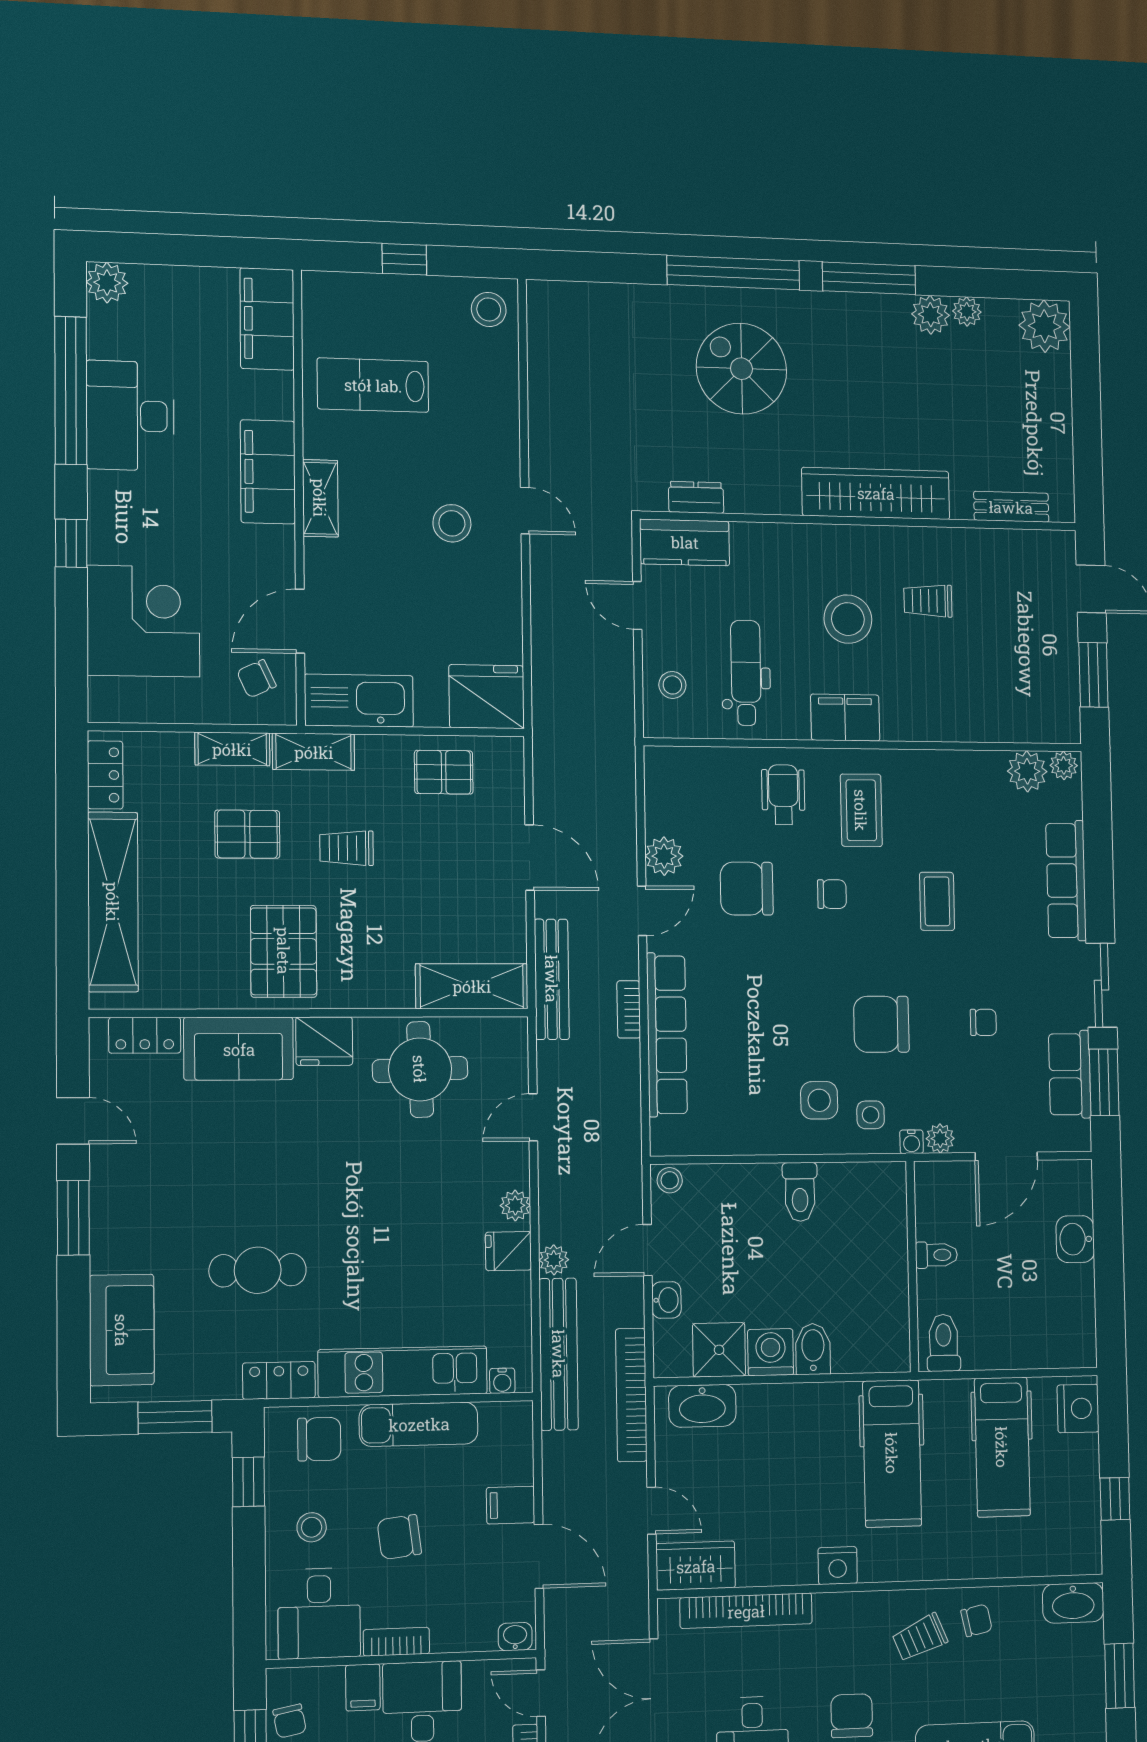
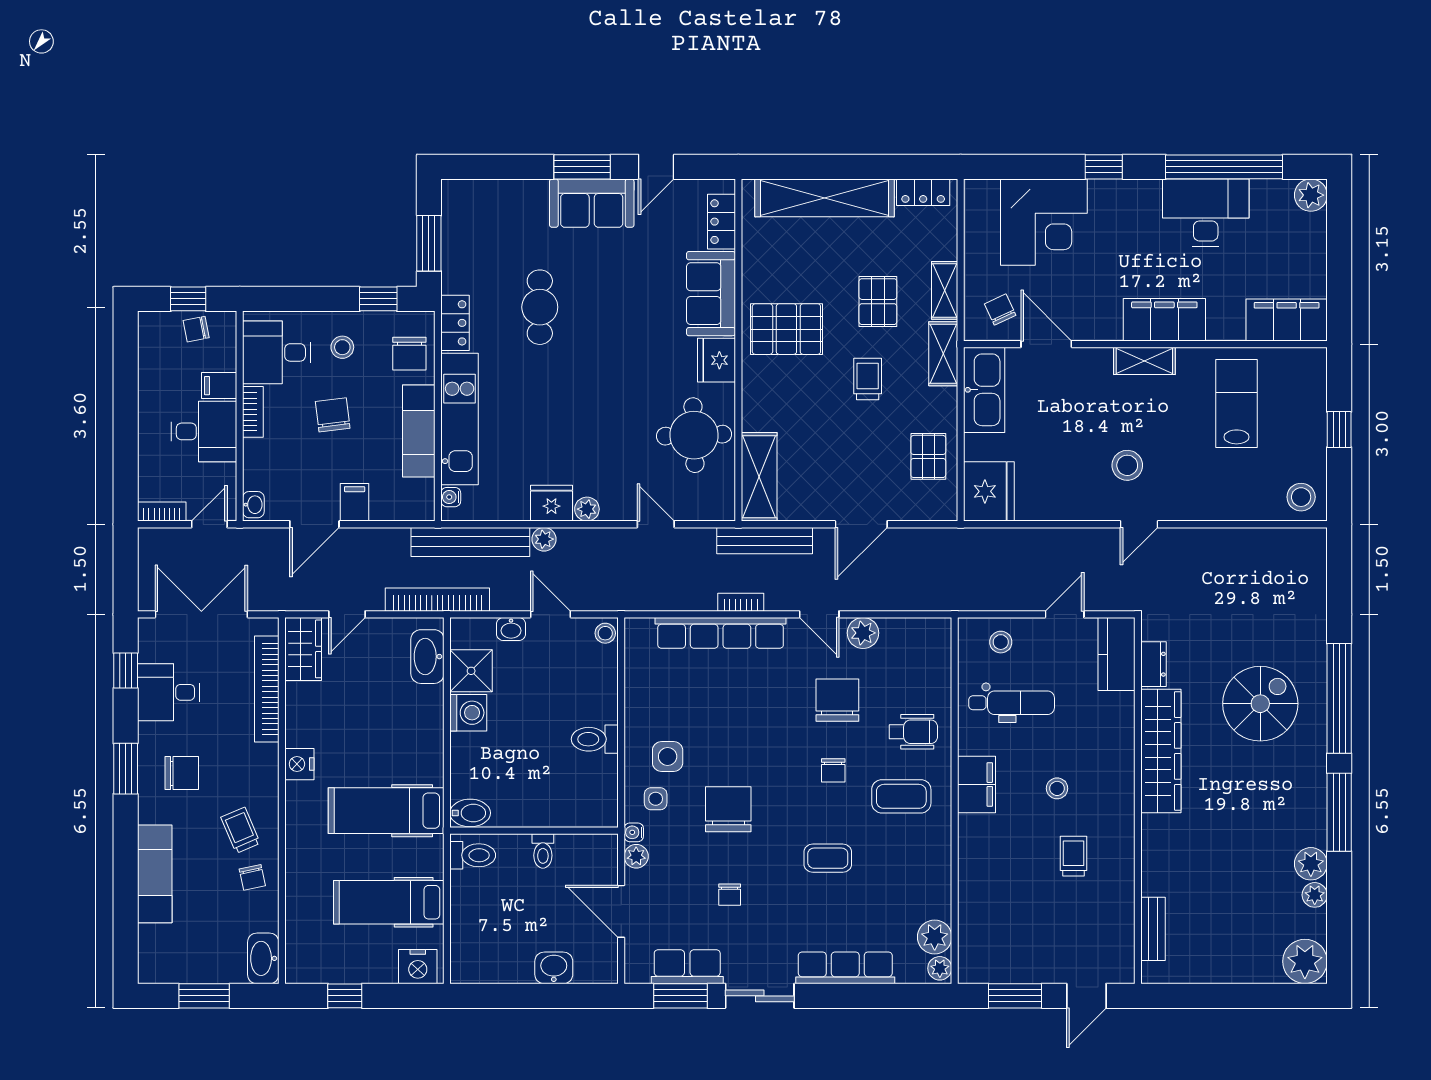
wardrobe: (876, 493) -> (1161, 751), moved
stool: (848, 619) -> (1057, 788), width x0.53, depth x0.53
fridge: (508, 1251) -> (551, 503), width x1.38
sofa: (122, 1330) -> (592, 203), moved
bidet: (813, 1349) -> (470, 813), moved

